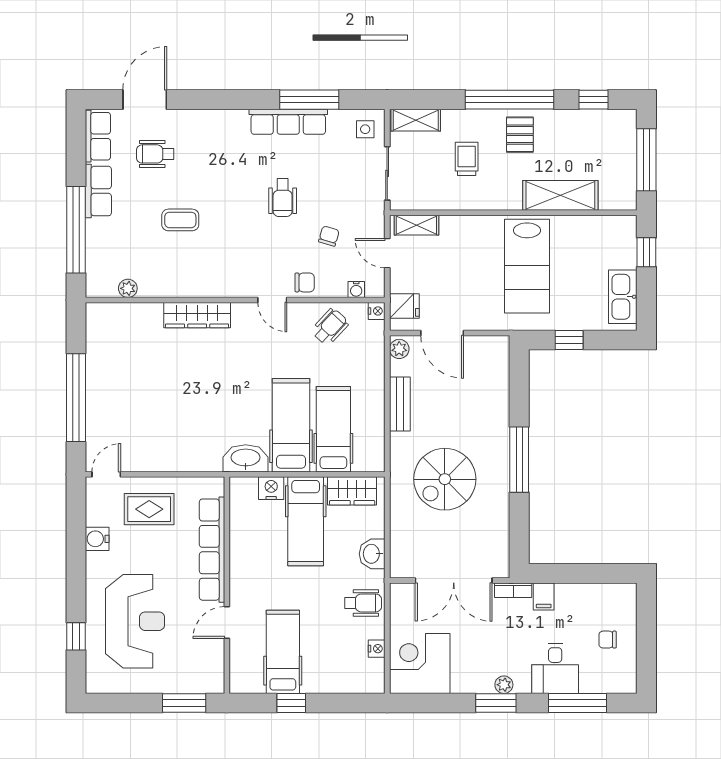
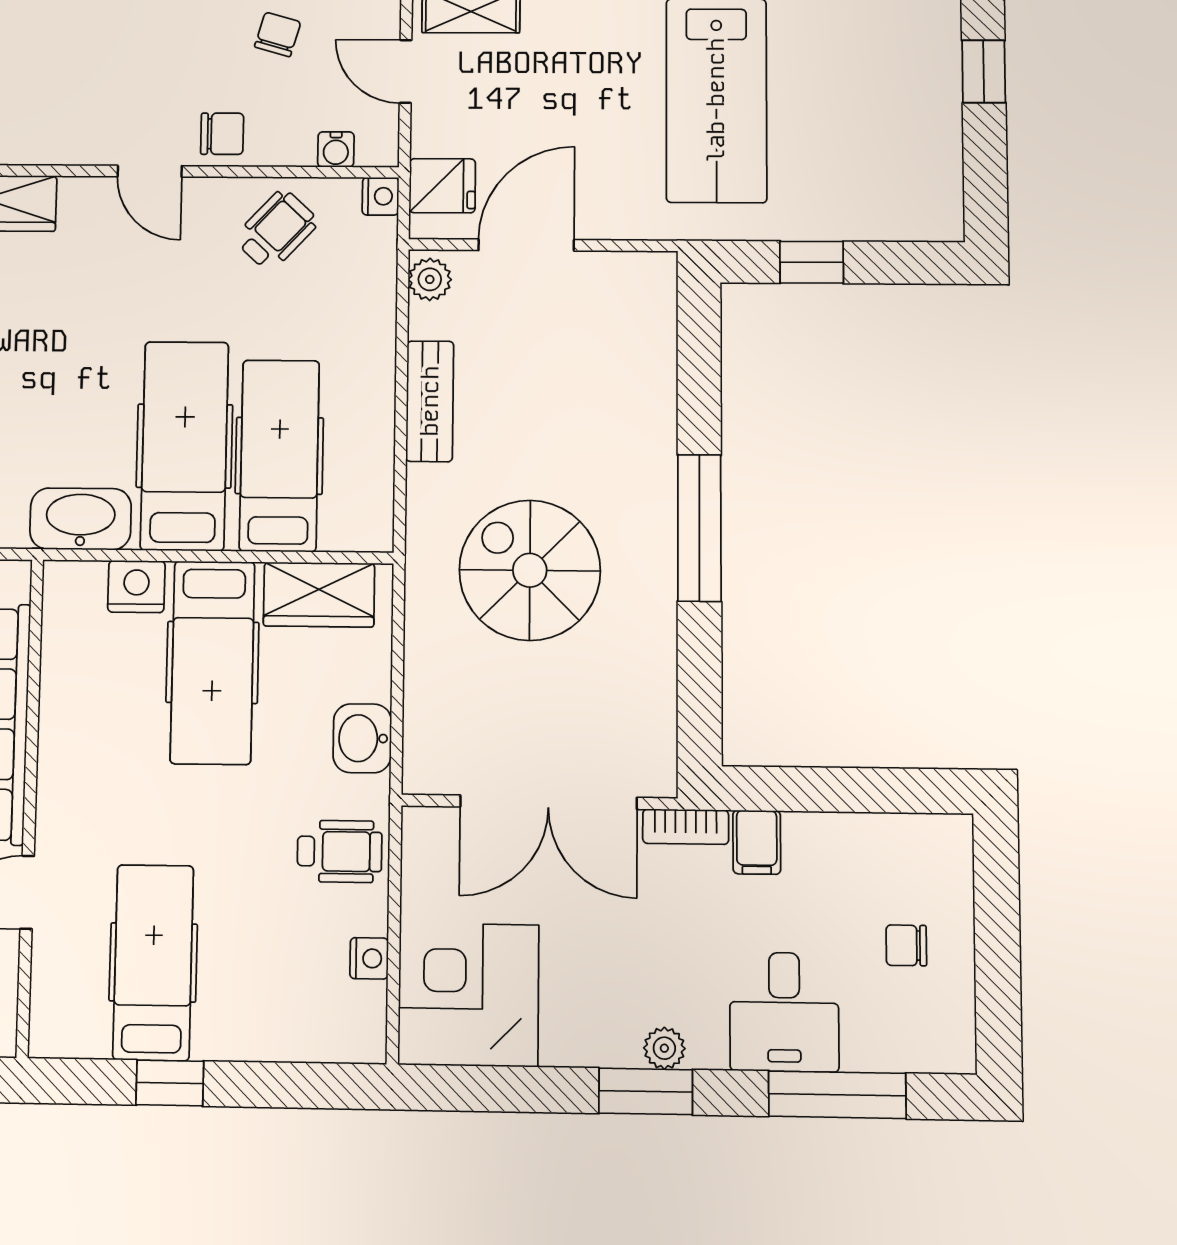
kitchen sink: (623, 297) -> (932, 168), removed
door: (442, 333) -> (526, 245), swing flipped
spiral stairs: (445, 479) -> (530, 570), turned 90

